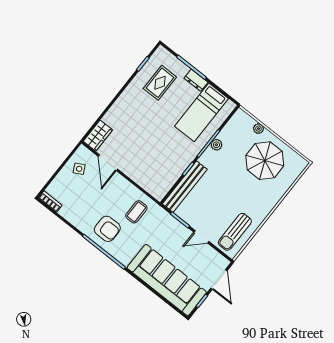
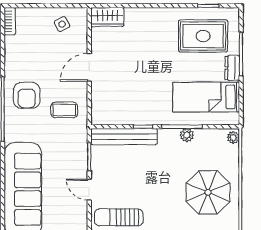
rug: (160, 83) -> (203, 36), width x1.36, depth x1.43
plant: (258, 129) -> (233, 137), moved
door: (108, 163) -> (89, 67), moved

